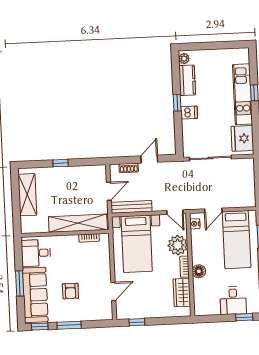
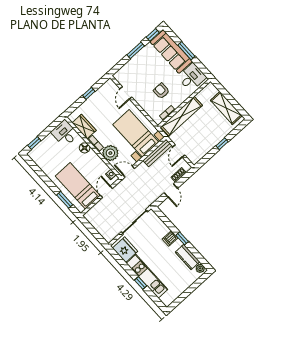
armchair: (70, 291) -> (161, 91), moved
desk: (233, 301) -> (65, 133), moved
window: (137, 322) -> (89, 93), moved

